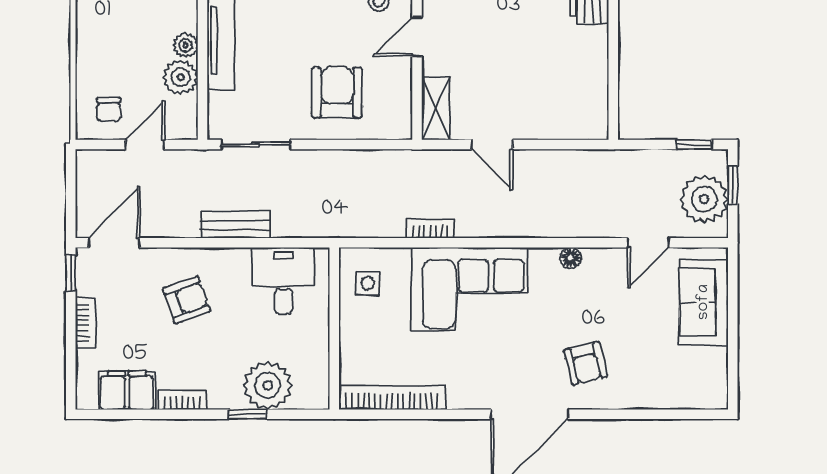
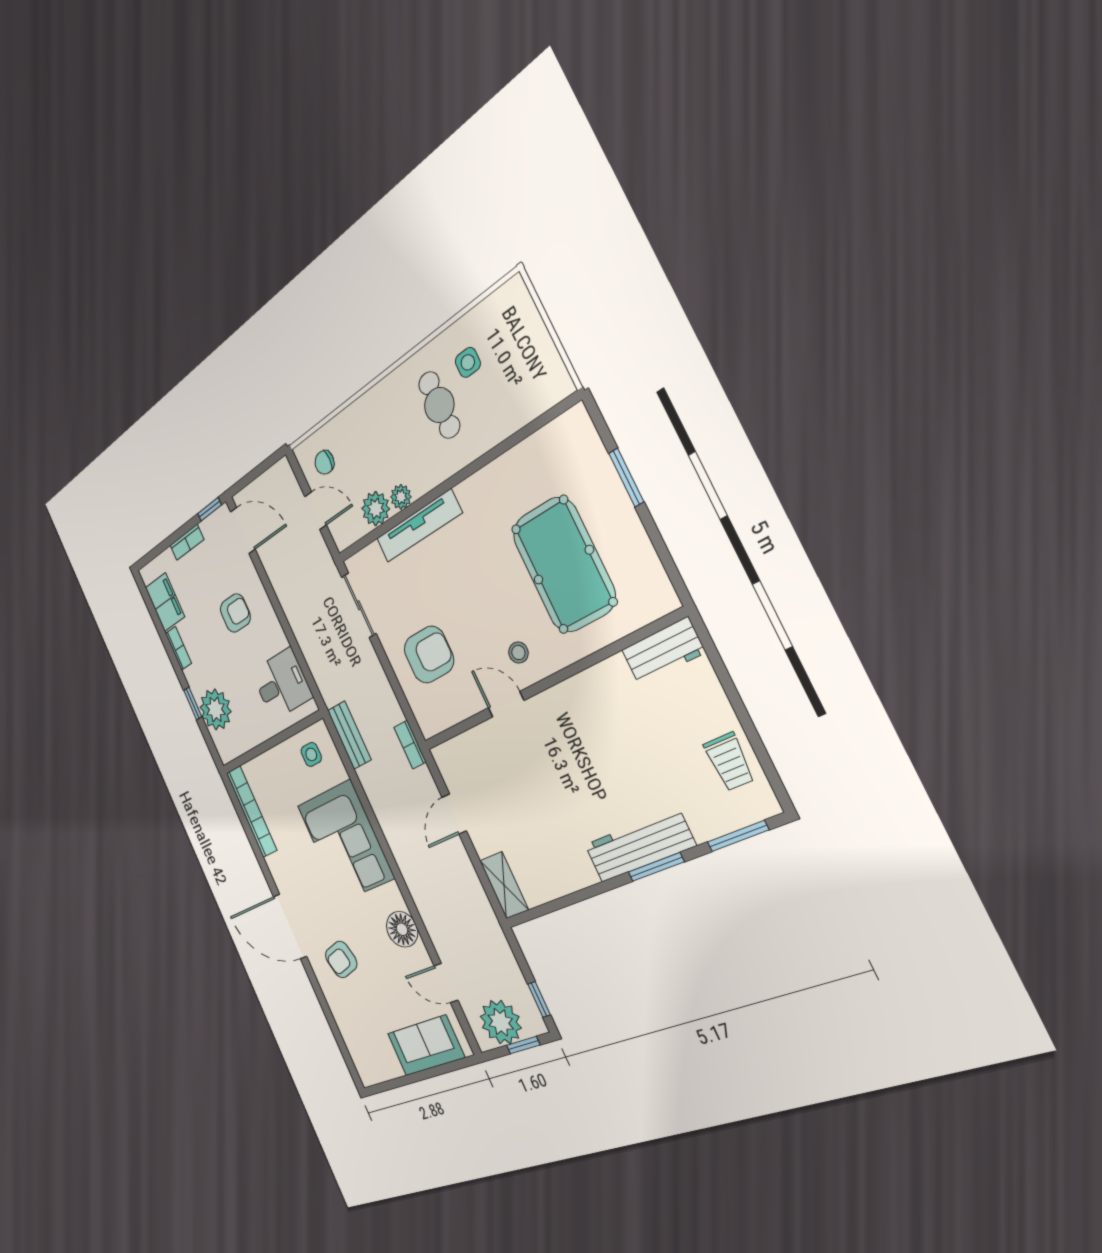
shelving: (436, 108) -> (504, 885), moved, turned 90
bench: (235, 225) -> (349, 735), moved
bookcase: (430, 229) -> (410, 745), moved, turned 180
floor lamp: (571, 258) -> (402, 929), width x1.89, depth x1.89
armchair: (187, 300) -> (235, 613), turned -70

